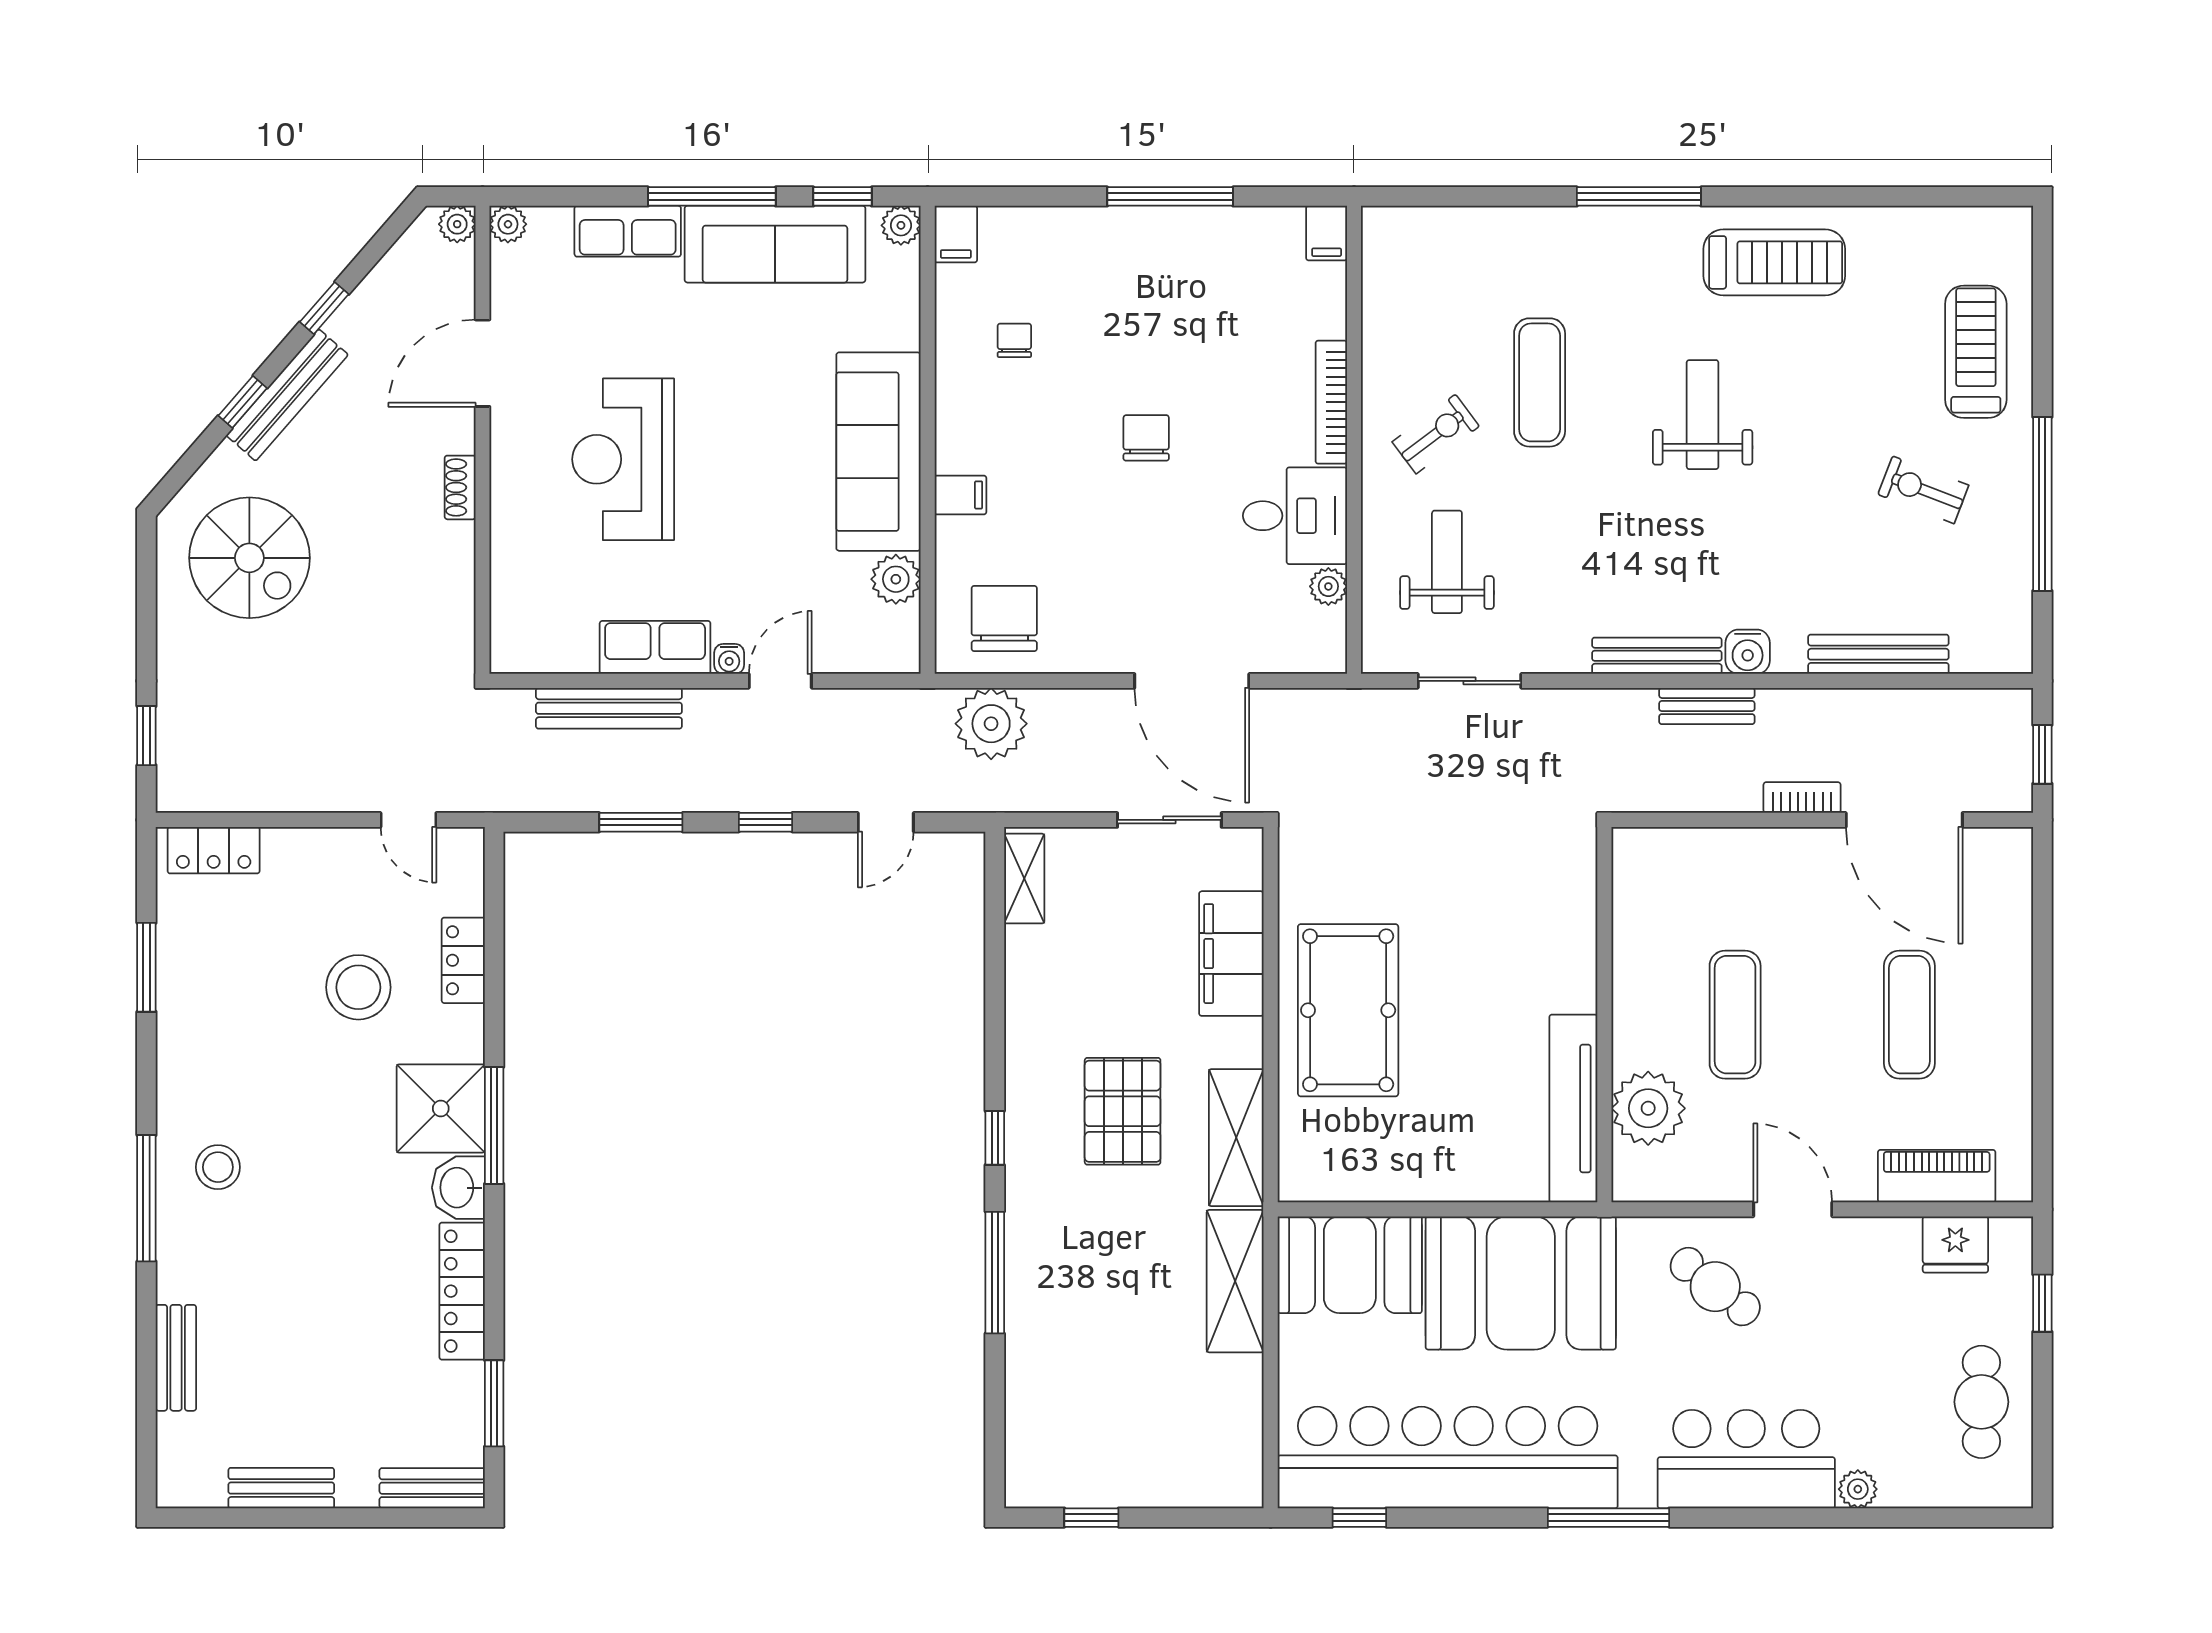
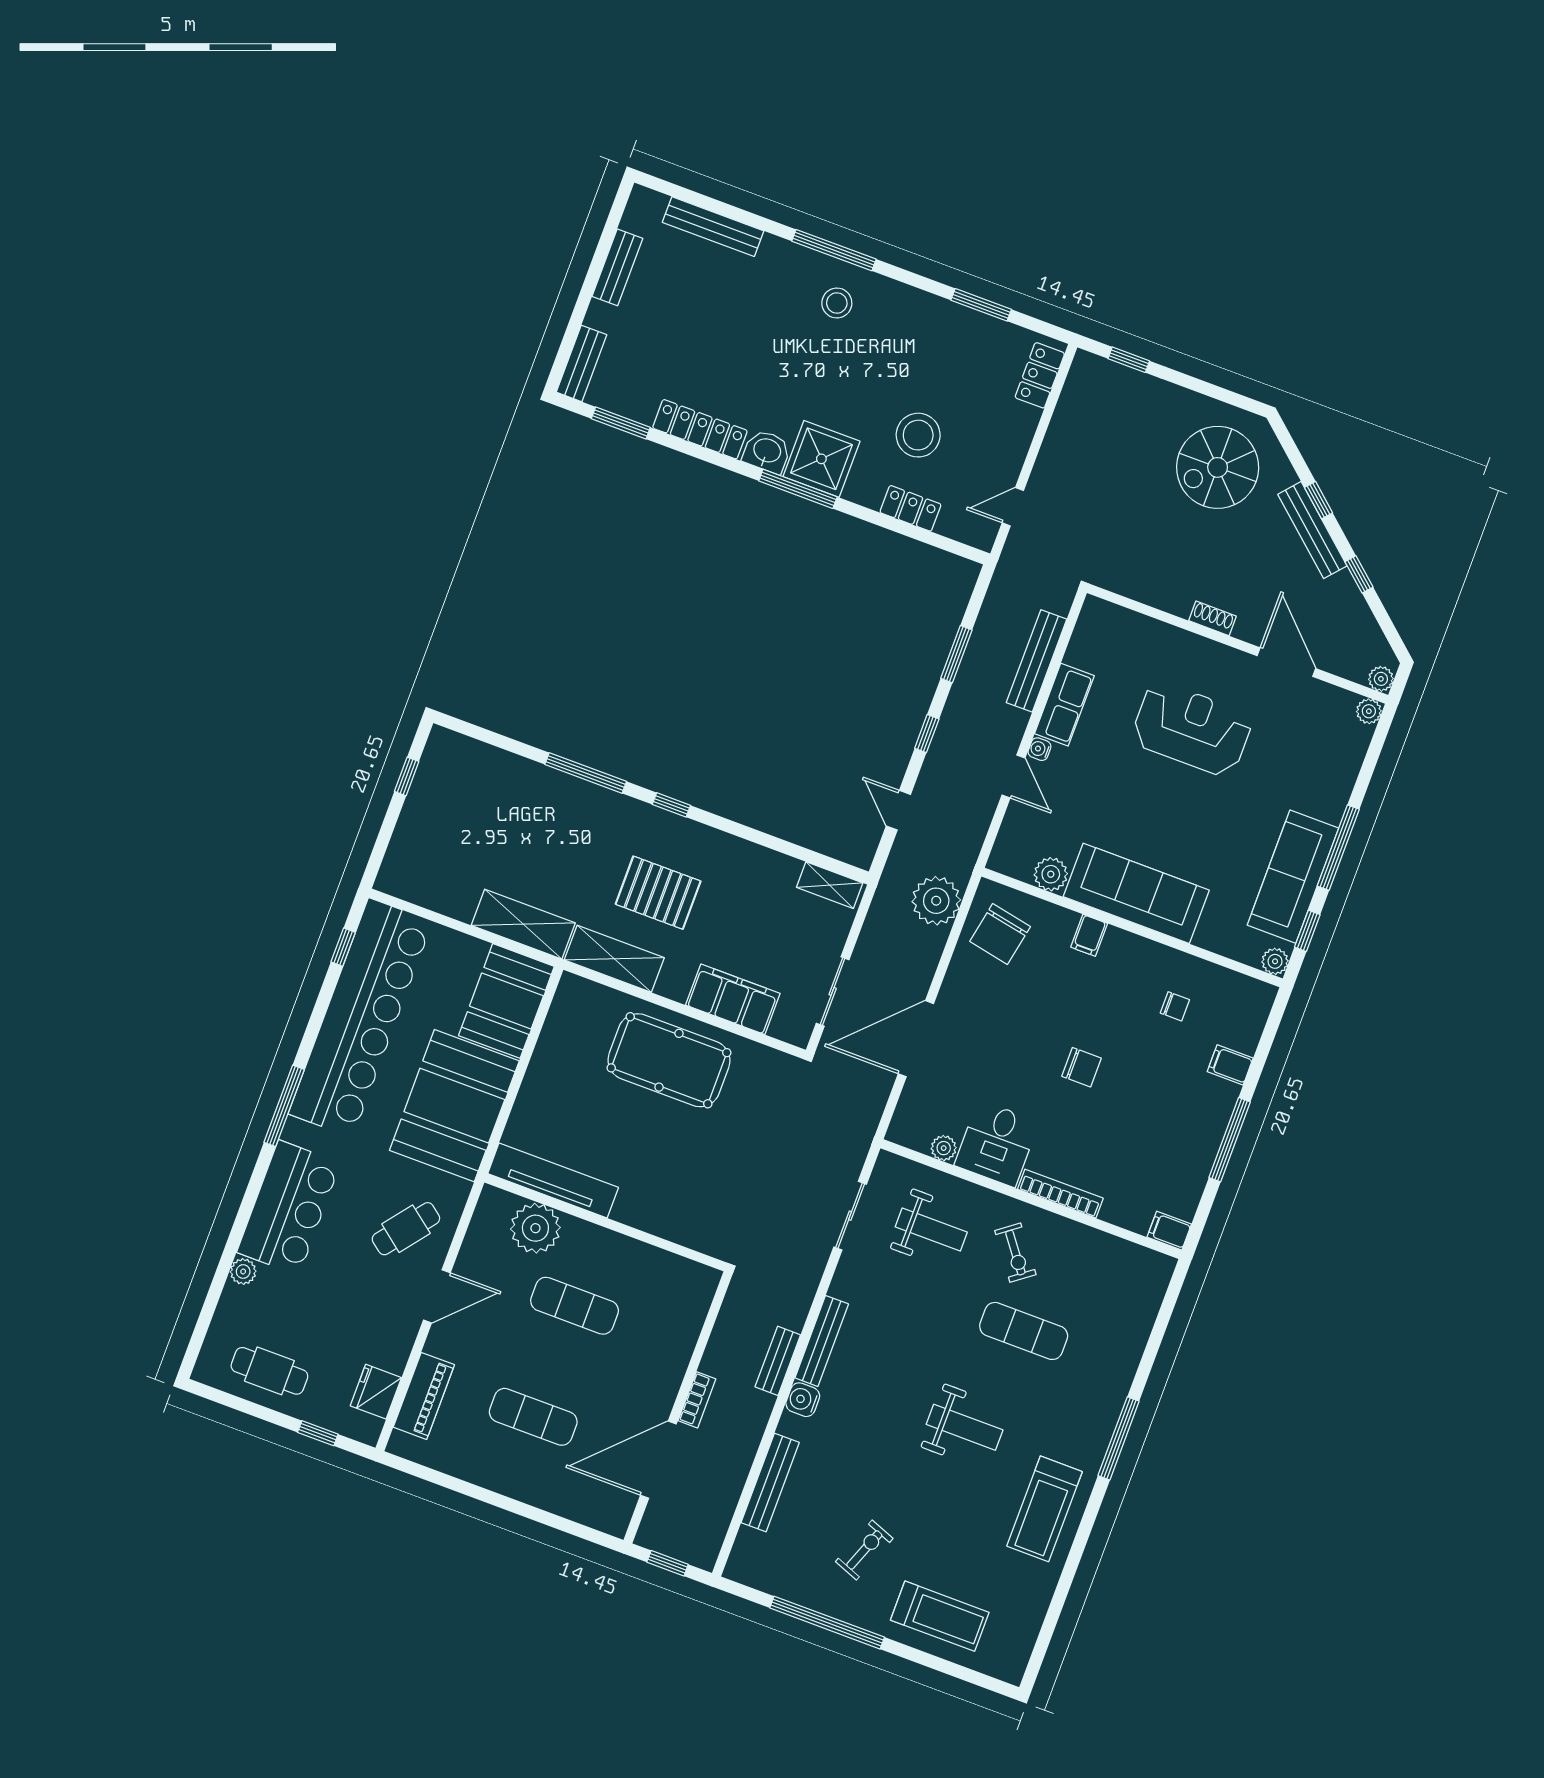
row of seats: (628, 231) -> (1336, 786), removed
filing cabinet: (956, 234) -> (1230, 1065), moved
chair: (1004, 619) -> (1000, 934), turned 101
bench: (176, 1358) -> (713, 227), width x1.36

